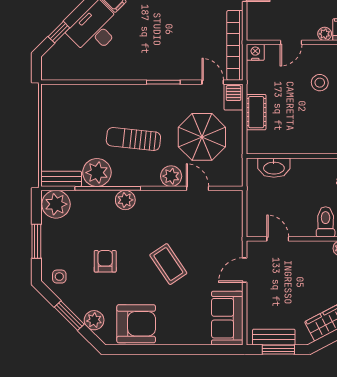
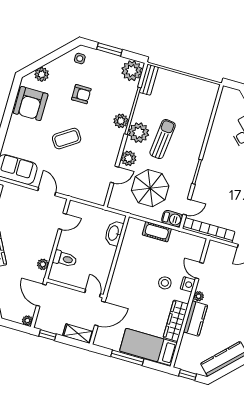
nightstand: (255, 52) -> (188, 284), moved
plant: (97, 173) -> (139, 133), moved
window: (69, 316) -> (50, 58), removed

